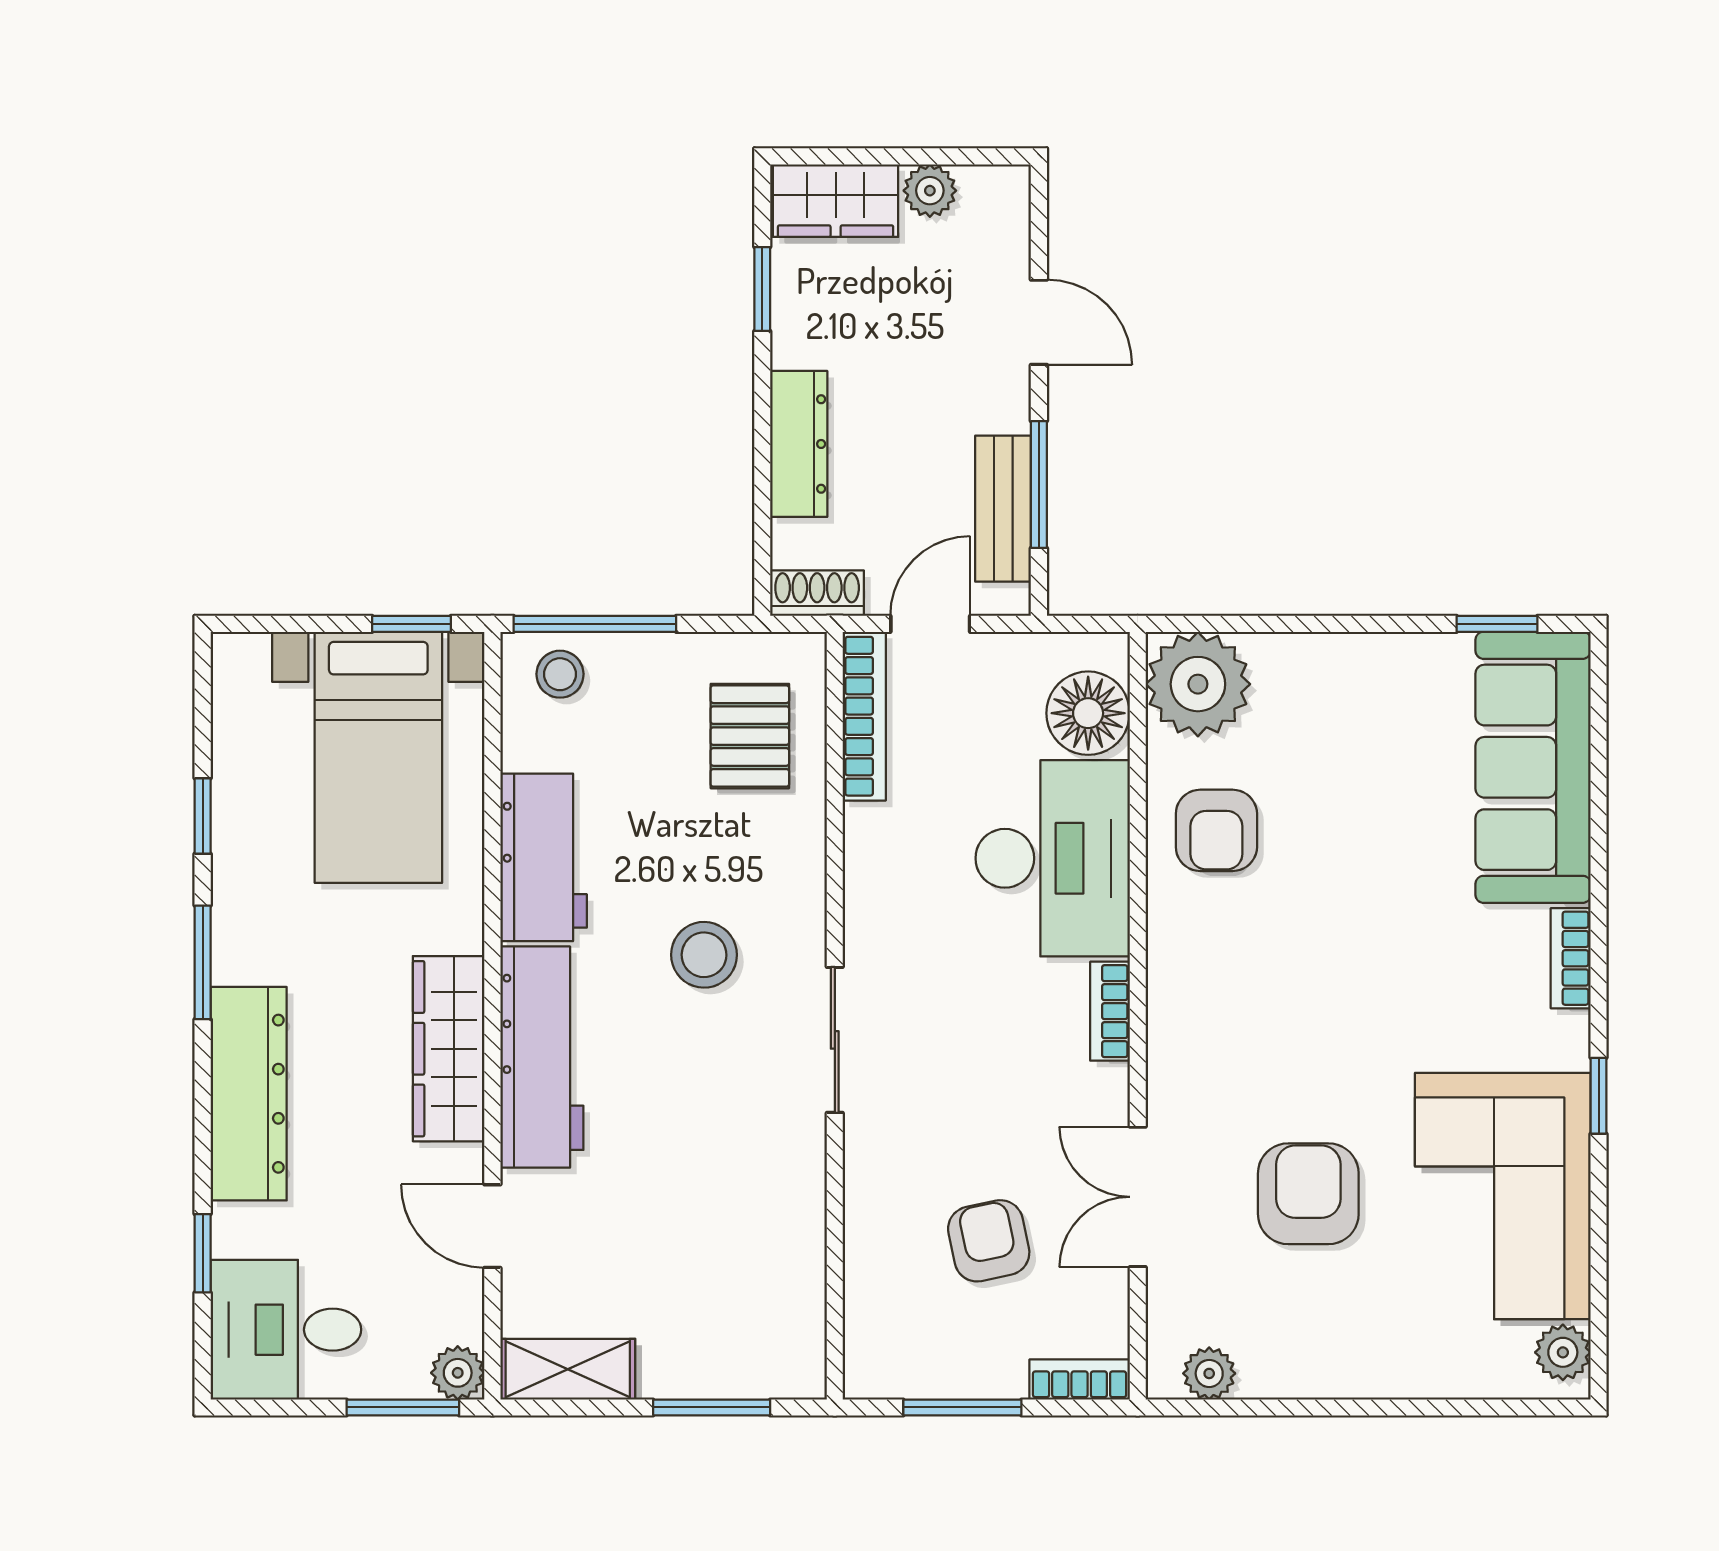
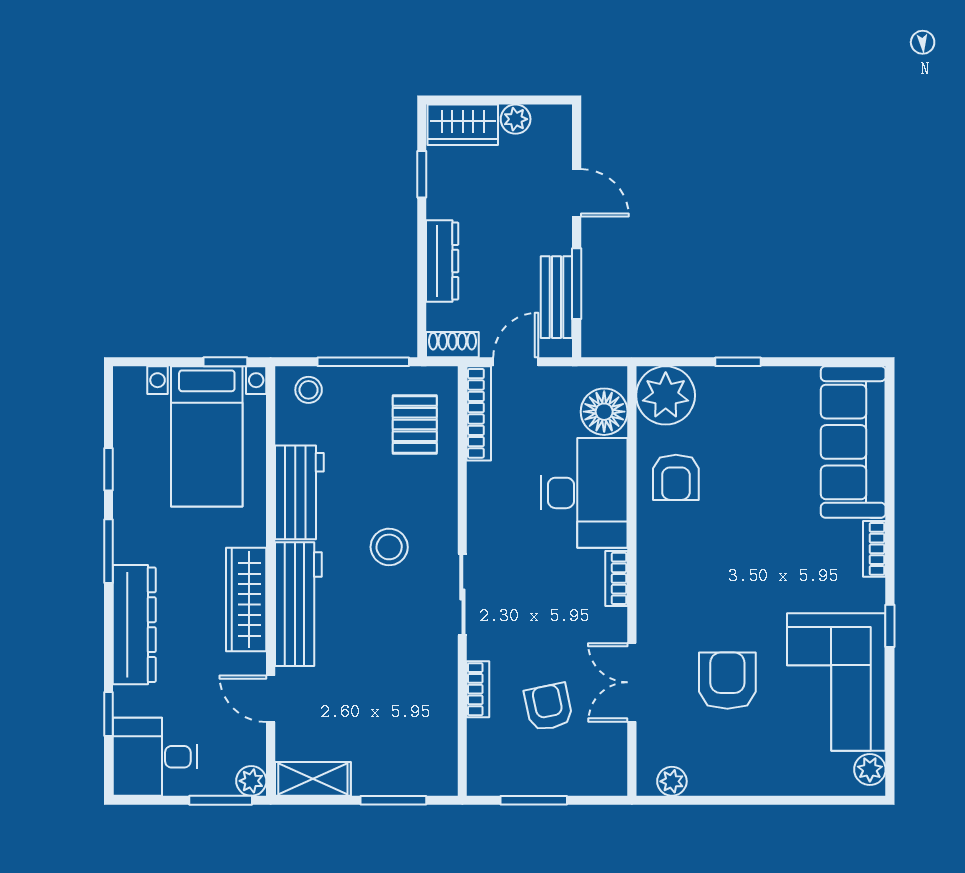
window: (595, 624) -> (363, 362), moved
window: (1497, 624) -> (738, 362), moved
bookcase: (1080, 1379) -> (478, 689), moved, turned 90

